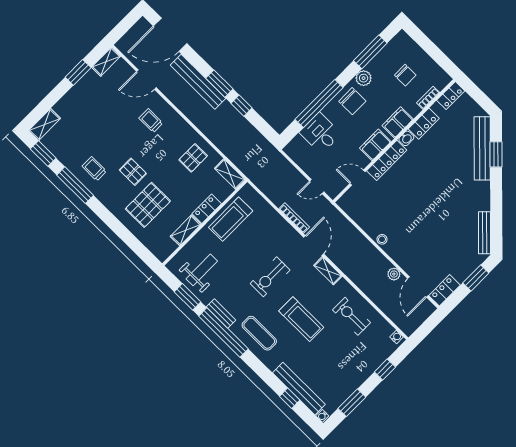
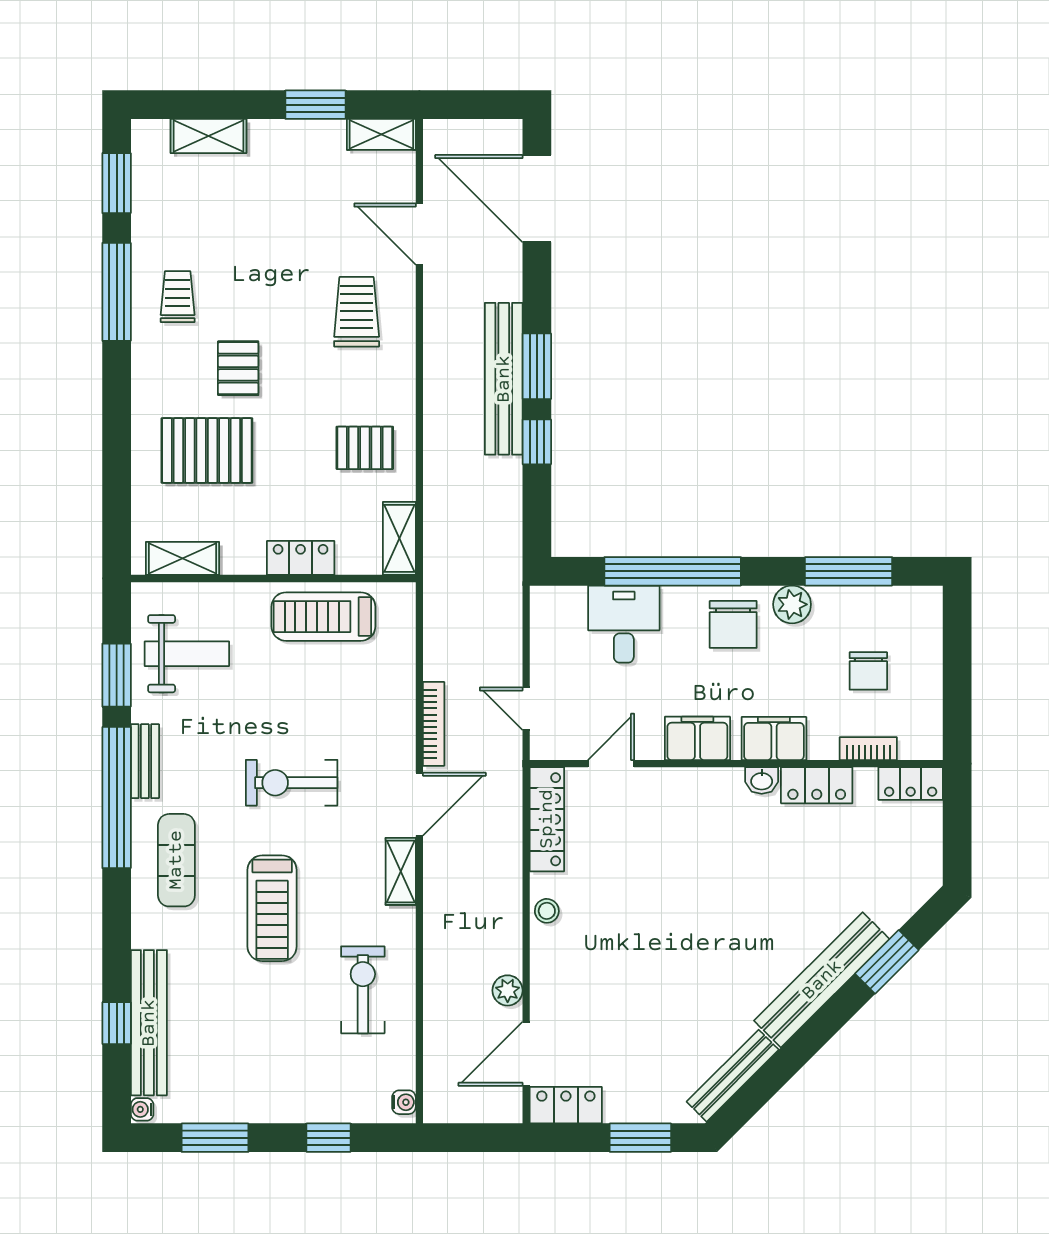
bench: (198, 82) -> (504, 379), moved
trolley: (151, 121) -> (357, 312), width x1.36, depth x1.39
shelving: (45, 124) -> (209, 136), moved
bench: (482, 148) -> (822, 980), moved
locker: (387, 160) -> (547, 819), moved, turned -90
door: (358, 178) -> (611, 764), hinge flipped
shelving: (186, 230) -> (183, 558), moved

